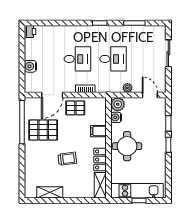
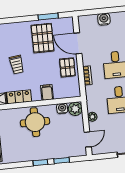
window: (22, 122) -> (48, 16), width x0.47

